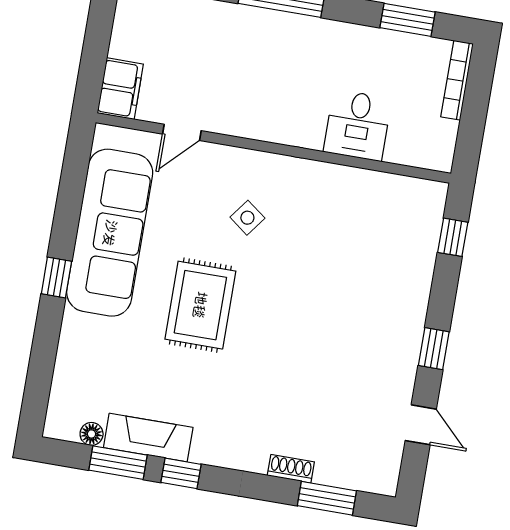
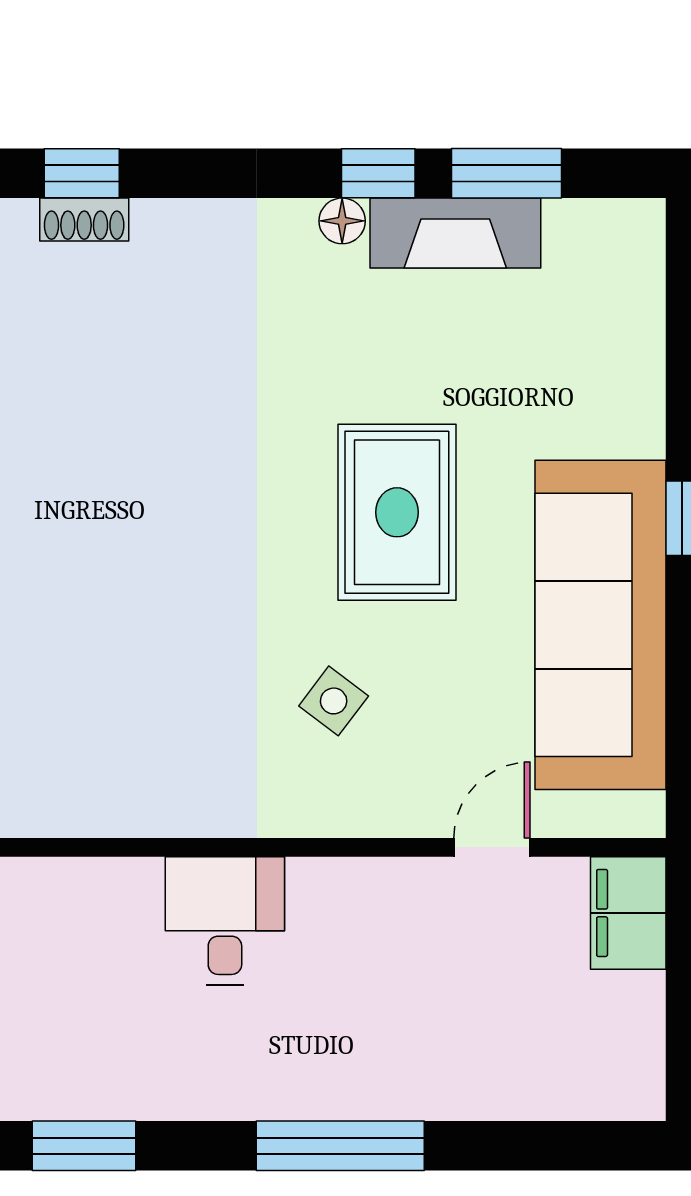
desk: (358, 125) -> (225, 921), moved
floor lamp: (92, 434) -> (342, 221), moved
shoe rack: (291, 469) -> (84, 219), moved
window: (327, 498) -> (82, 173), width x0.67

